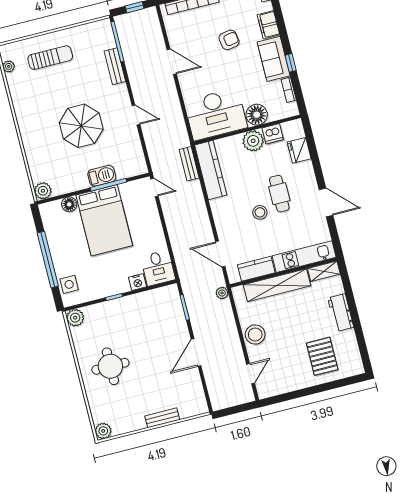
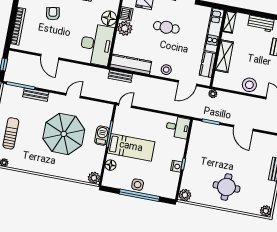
door: (172, 62) -> (50, 57), swing flipped
parasol: (81, 126) -> (64, 134), width x1.36, depth x1.36
stool: (260, 212) -> (166, 70), moved
bed: (104, 220) -> (131, 147), width x0.67
nightstand: (138, 282) -> (177, 166), moved
side table: (69, 284) -> (138, 185), moved
shelving: (277, 285) -> (224, 56), width x0.68

